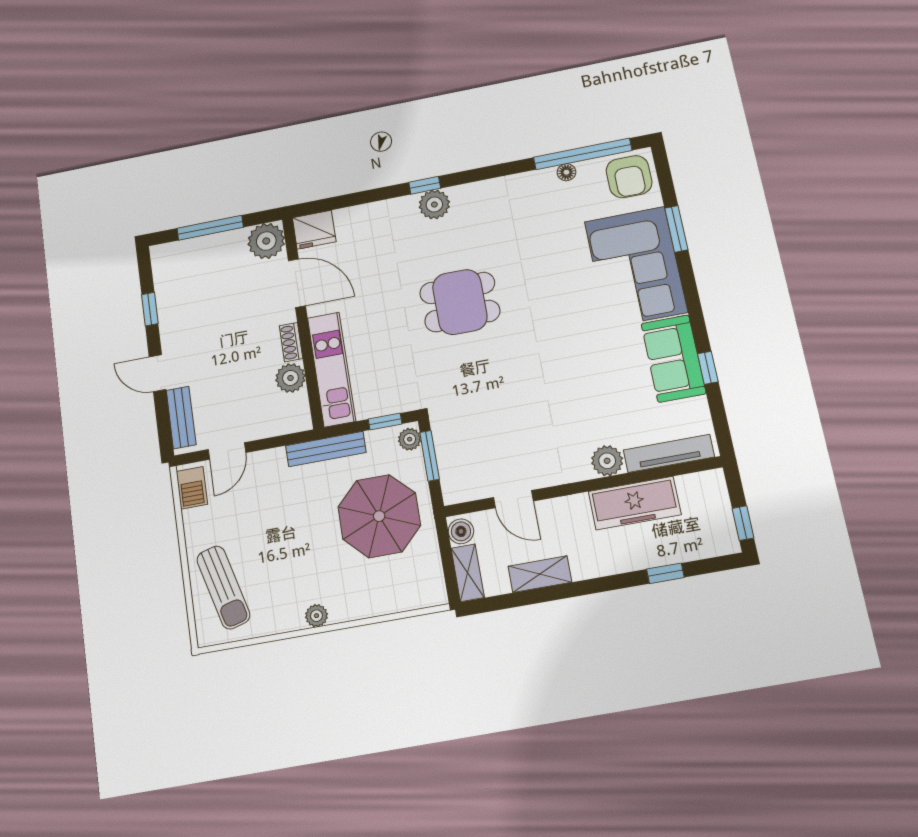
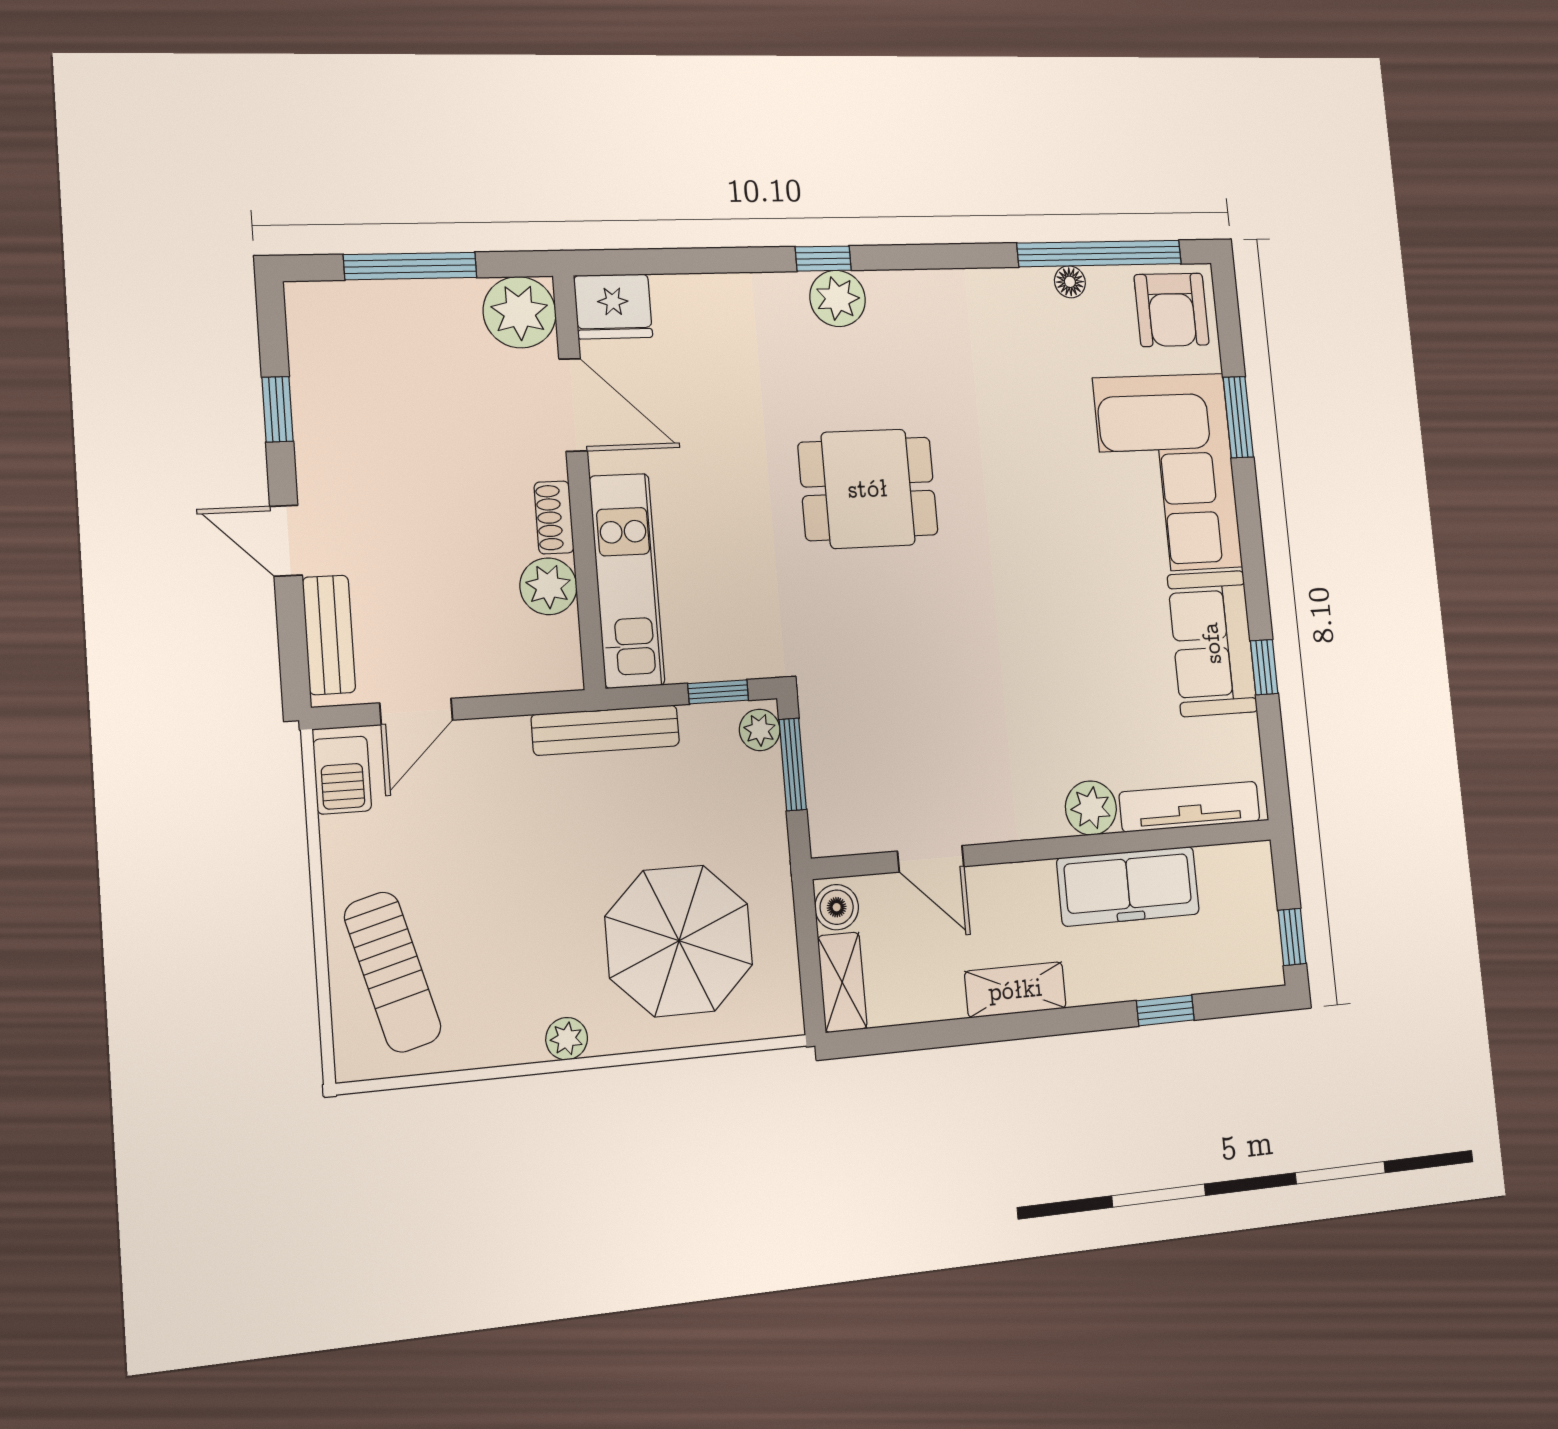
parasol: (379, 516) -> (679, 941), moved
shelving: (540, 574) -> (1015, 990), moved

